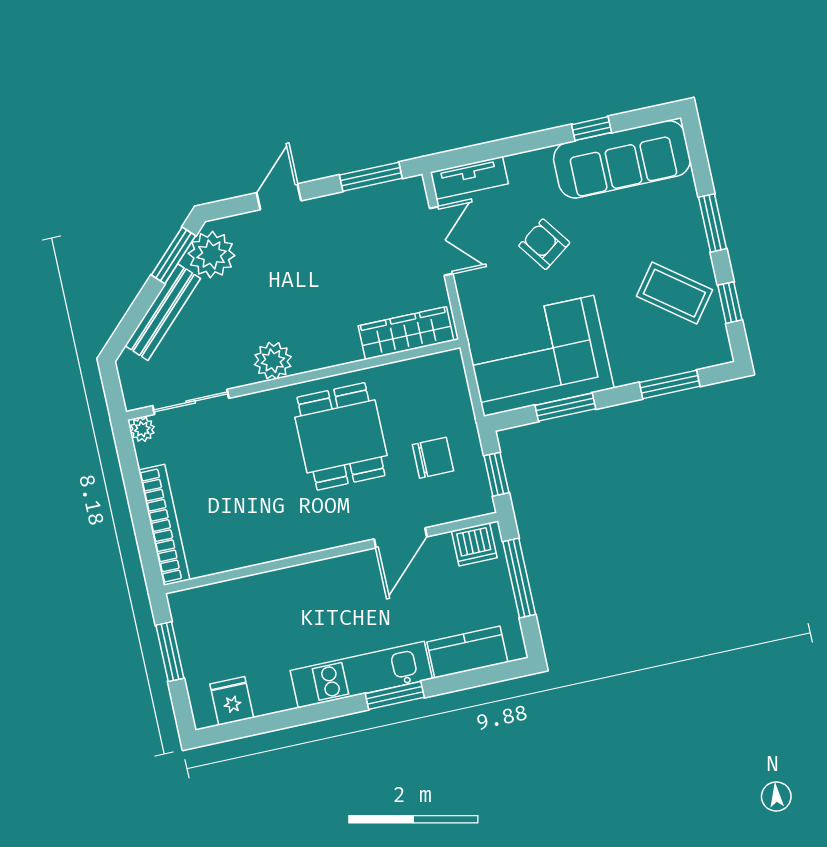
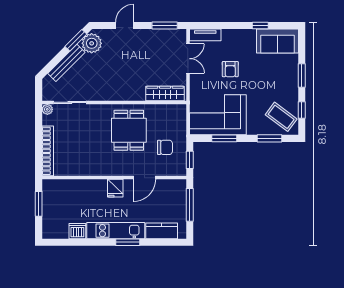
sofa: (622, 159) -> (278, 41), width x0.73
armchair: (544, 244) -> (230, 69), turned -144
coffee table: (674, 293) -> (281, 117), moved
plant: (273, 361) -> (107, 93), removed
dishwasher: (474, 544) -> (77, 231), moved, turned 180
fridge: (232, 701) -> (115, 188), moved, turned 180

